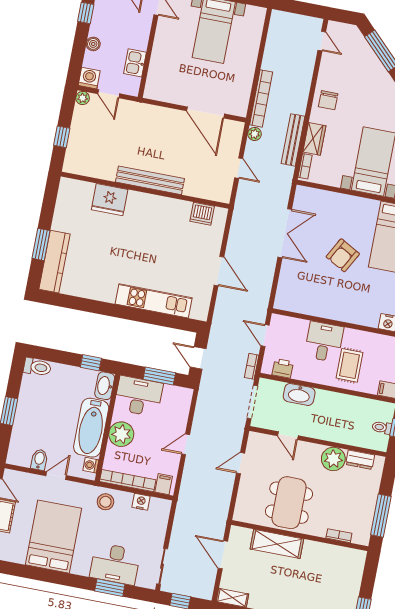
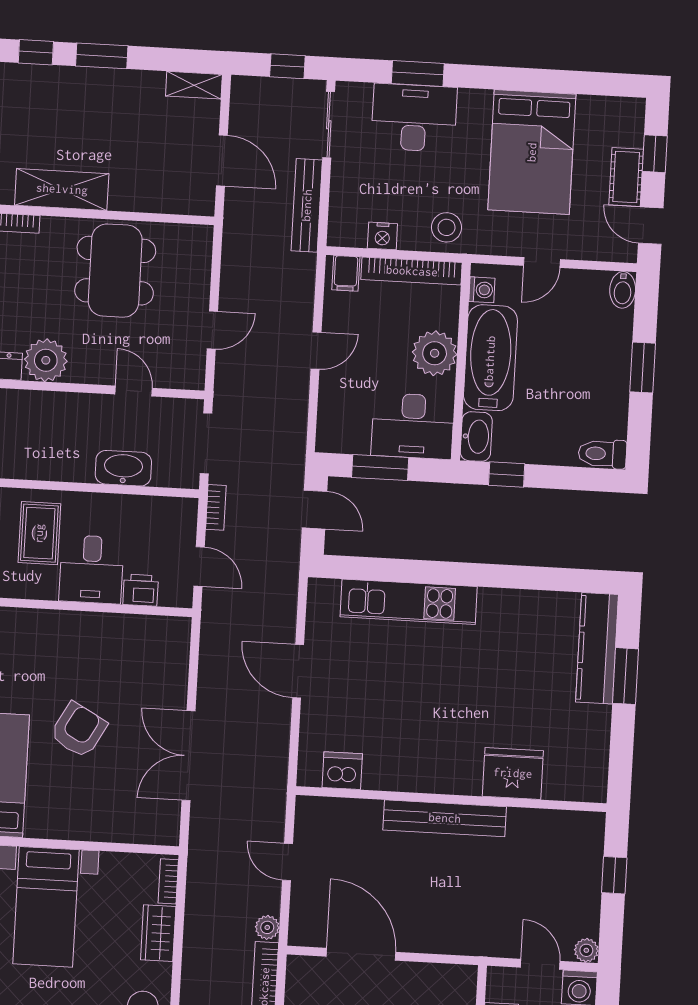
bench: (293, 140) -> (307, 205), moved
printer: (283, 368) -> (141, 590), moved, turned 180
bidet: (39, 460) -> (623, 290), moved
shelving: (277, 544) -> (62, 189), moved

